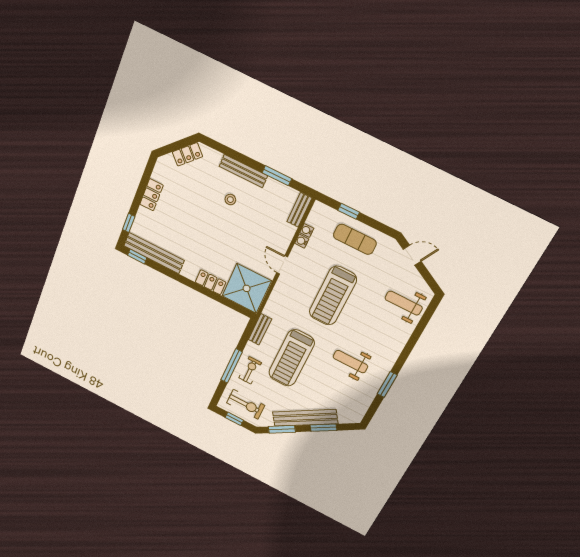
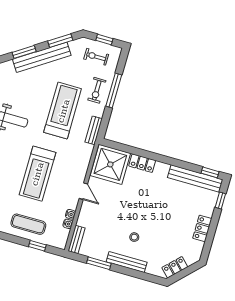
treadmill: (333, 296) -> (37, 174), turned 180
exercise bike: (246, 404) -> (96, 57), width x0.73, depth x0.72

